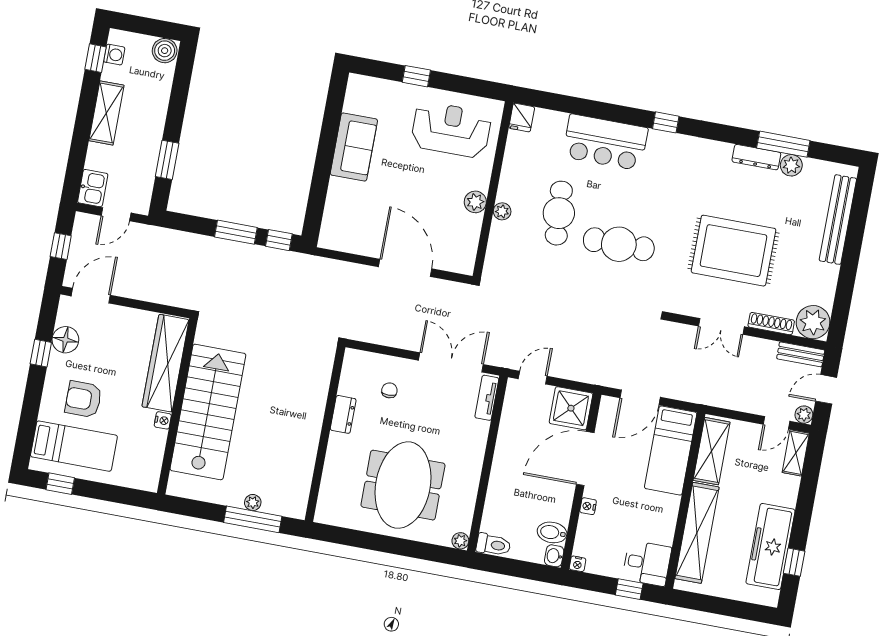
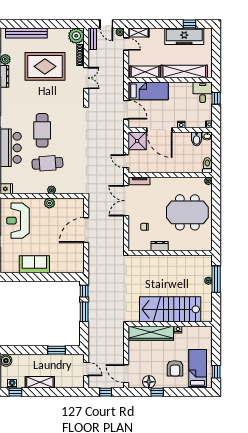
kitchen sink: (93, 188) -> (76, 382), removed
cafe table: (619, 244) -> (42, 130), moved
rug: (733, 251) -> (45, 66), moved, turned 90

